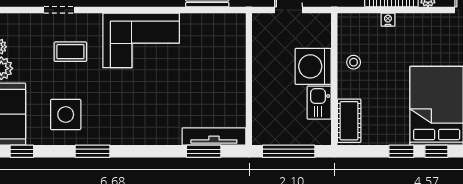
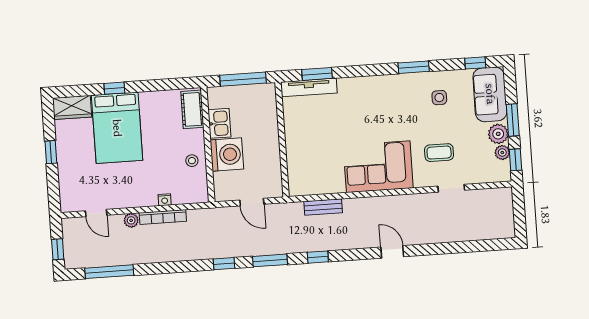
side table: (66, 114) -> (439, 98), width x0.54, depth x0.54
window: (401, 151) -> (145, 86), removed

